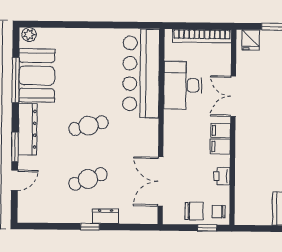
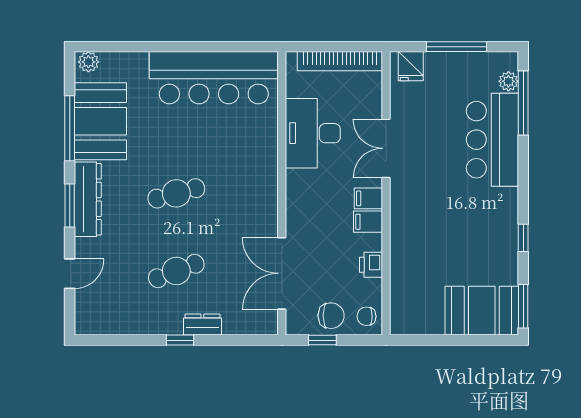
bar counter: (141, 73) -> (214, 78), moved, turned -90
window: (15, 147) -> (70, 205), moved
window: (207, 228) -> (322, 340), moved

